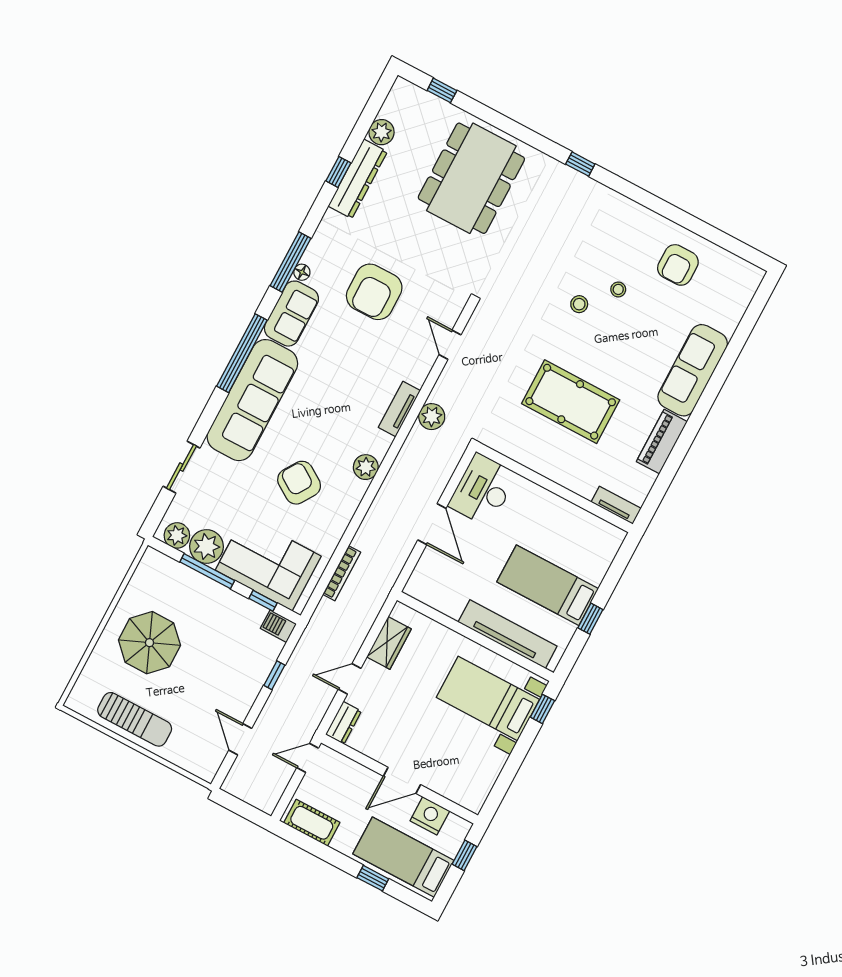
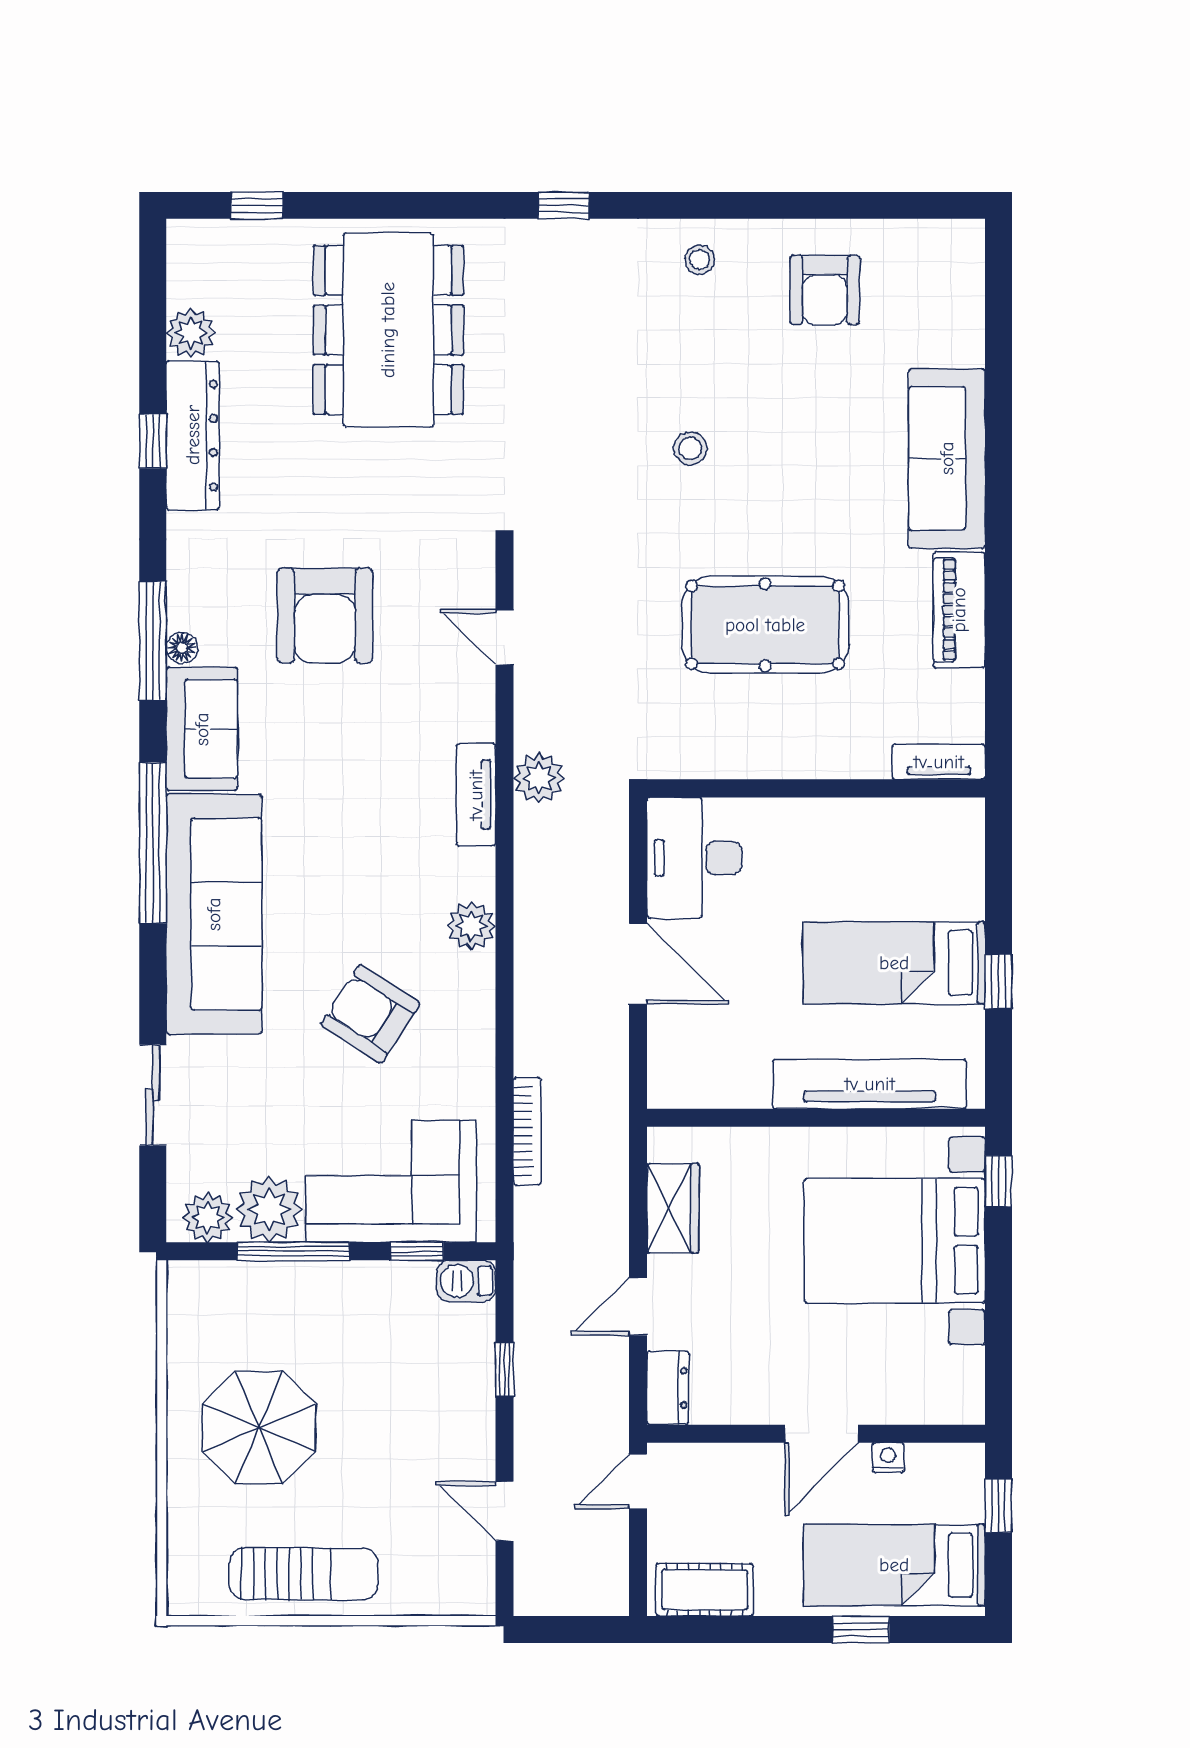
stool: (618, 289) -> (699, 260), moved
bed with nightstands: (488, 698) -> (895, 1241), width x1.36
nightstand: (430, 816) -> (888, 1458), width x0.53, depth x0.56

